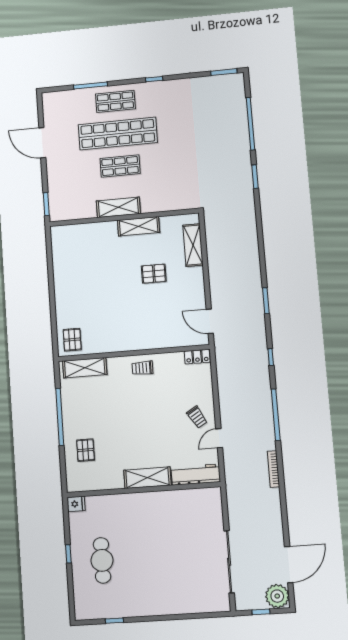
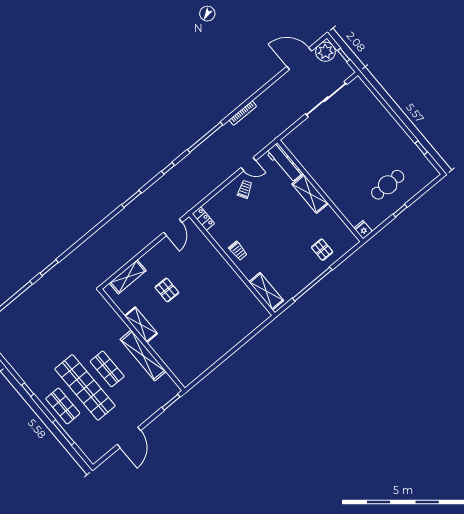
shelving: (118, 207) -> (143, 355), width x1.47
pallet: (72, 340) -> (253, 314), removed
pallet: (86, 450) -> (322, 250), turned 90

